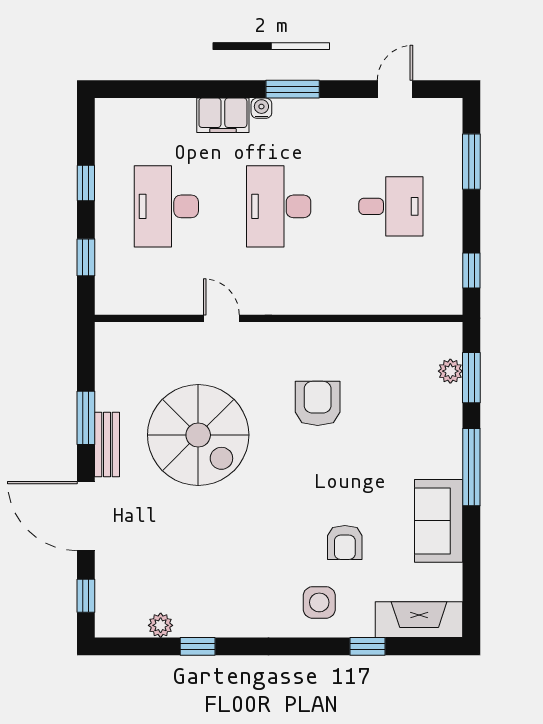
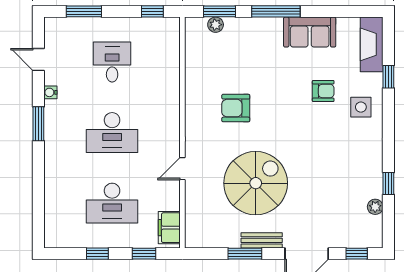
water cooler: (261, 108) -> (50, 92), moved
filing cabinet: (223, 115) -> (169, 228), moved, turned 180

